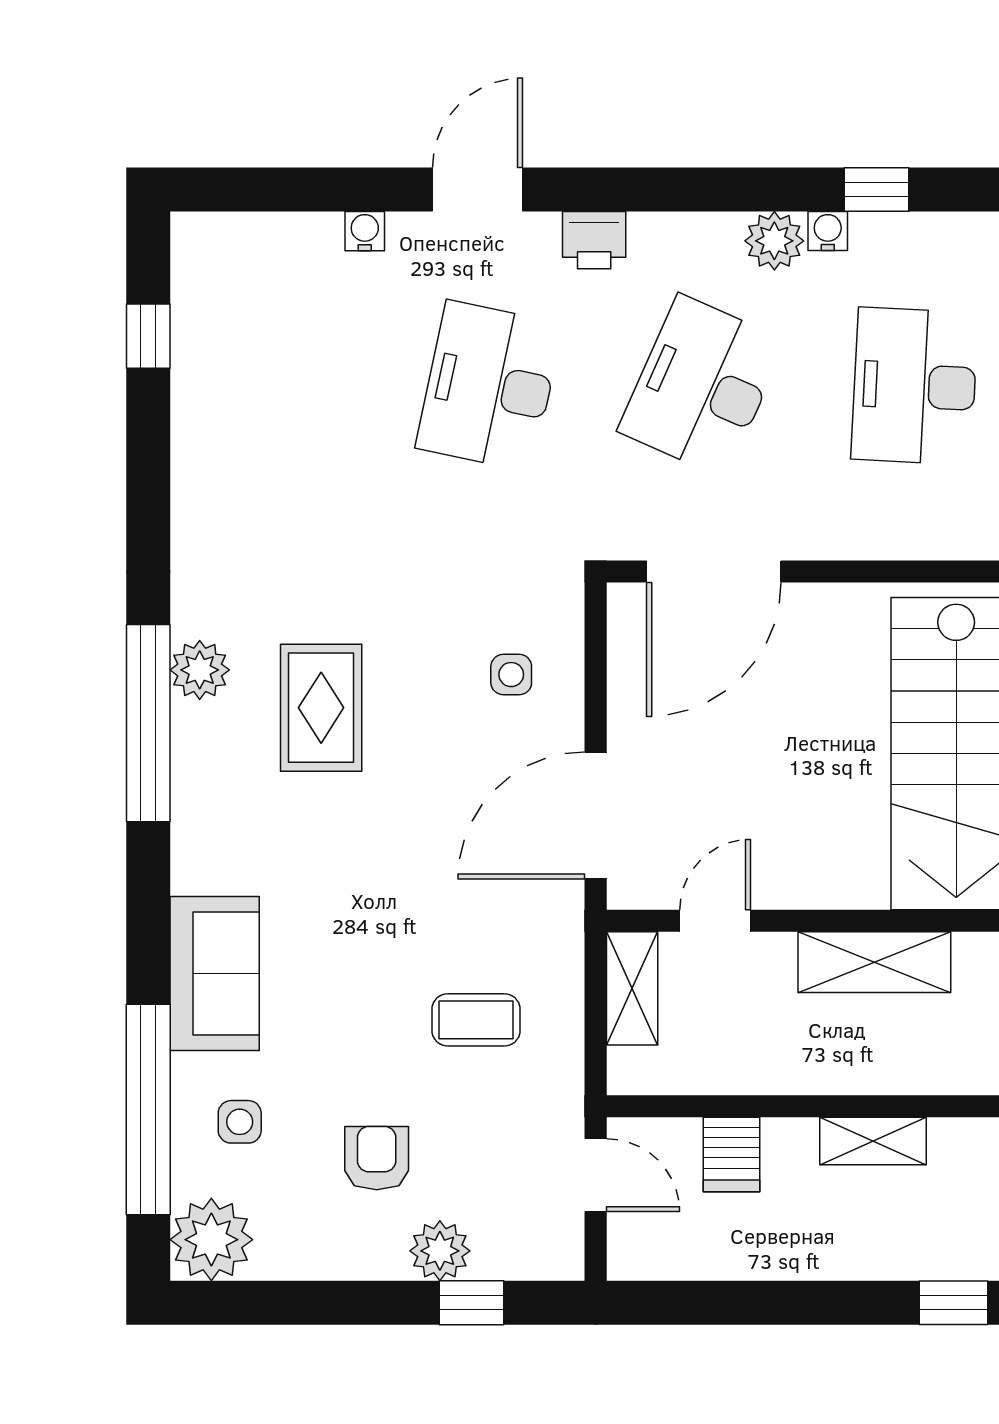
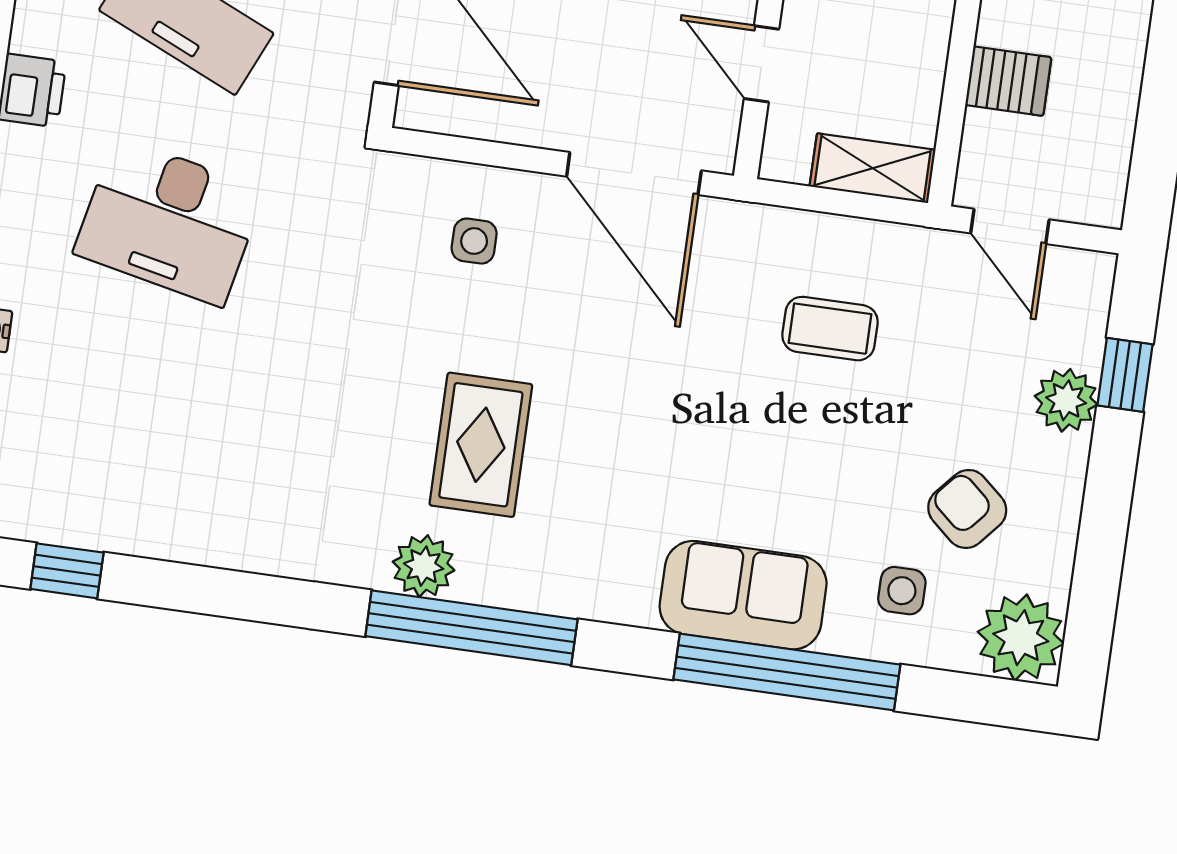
rug: (321, 708) -> (481, 445), turned 90
shelving: (632, 988) -> (873, 168), moved
coffee table: (476, 1020) -> (830, 329), turned 90
window: (148, 1109) -> (787, 672), moved
armchair: (377, 1158) -> (967, 509), moved, turned 41
door: (596, 1175) -> (1010, 226), swing flipped

